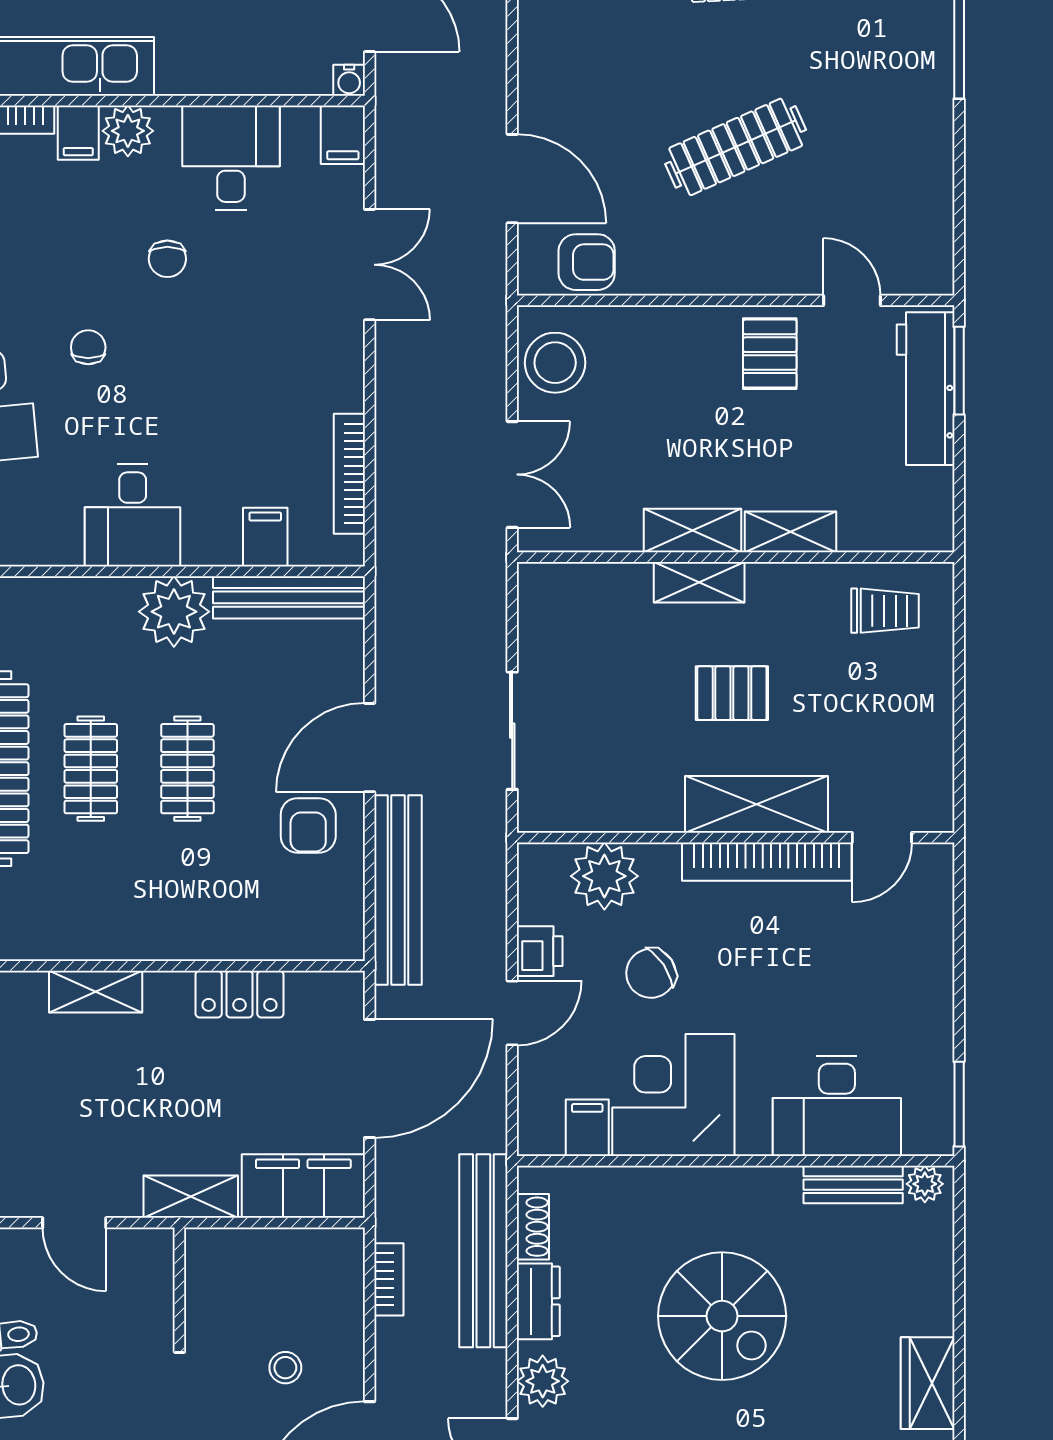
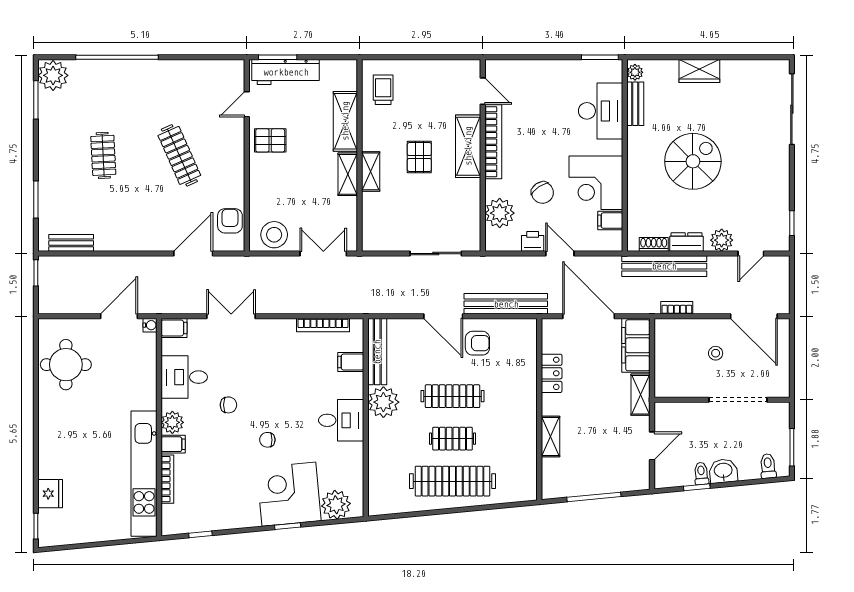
shelving: (790, 532) -> (345, 121), width x1.50, depth x1.33
clothes rail: (187, 769) -> (452, 396), width x1.36
wardrobe: (928, 1383) -> (699, 71), moved

